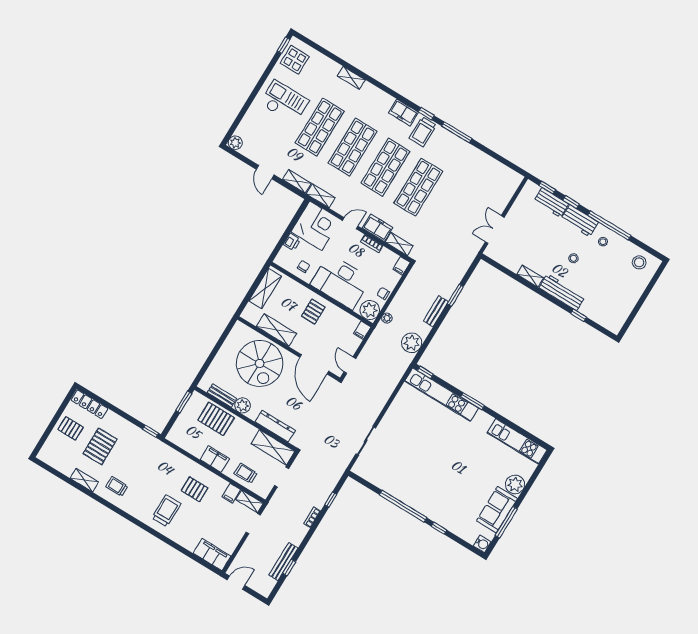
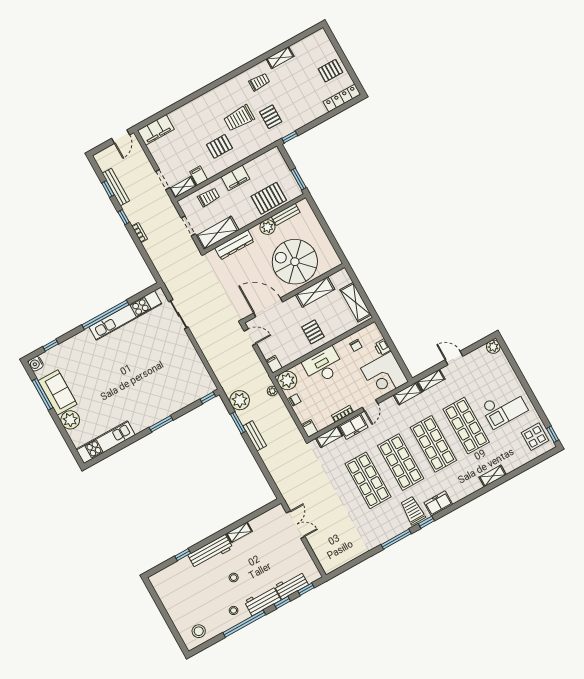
desk: (341, 282) -> (323, 366), width x0.73, depth x0.77
window: (455, 295) -> (238, 423), moved
kitchen unit: (441, 395) -> (125, 315), moved, turned 180
pallet: (100, 446) -> (271, 117), moved, width x0.67, depth x0.71
window: (331, 499) -> (124, 217), moved
trolley: (166, 511) -> (239, 118), moved, turned 90
window: (439, 528) -> (51, 345), moved

